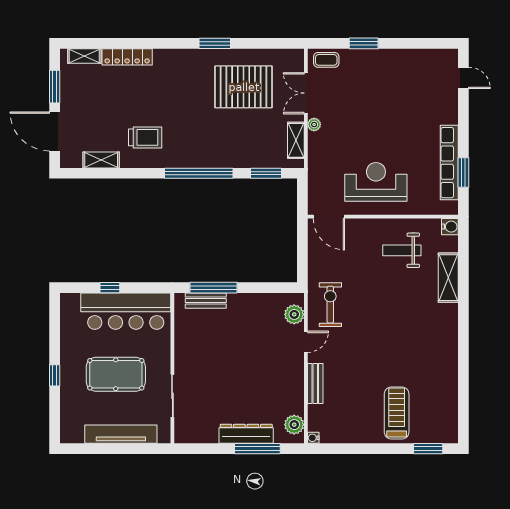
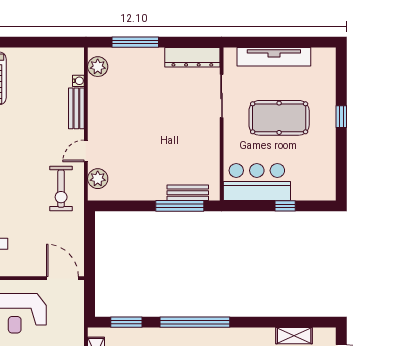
bar counter: (126, 311) -> (257, 182), width x0.73
dresser: (246, 434) -> (192, 57), moved
water cooler: (313, 438) -> (78, 81), moved

